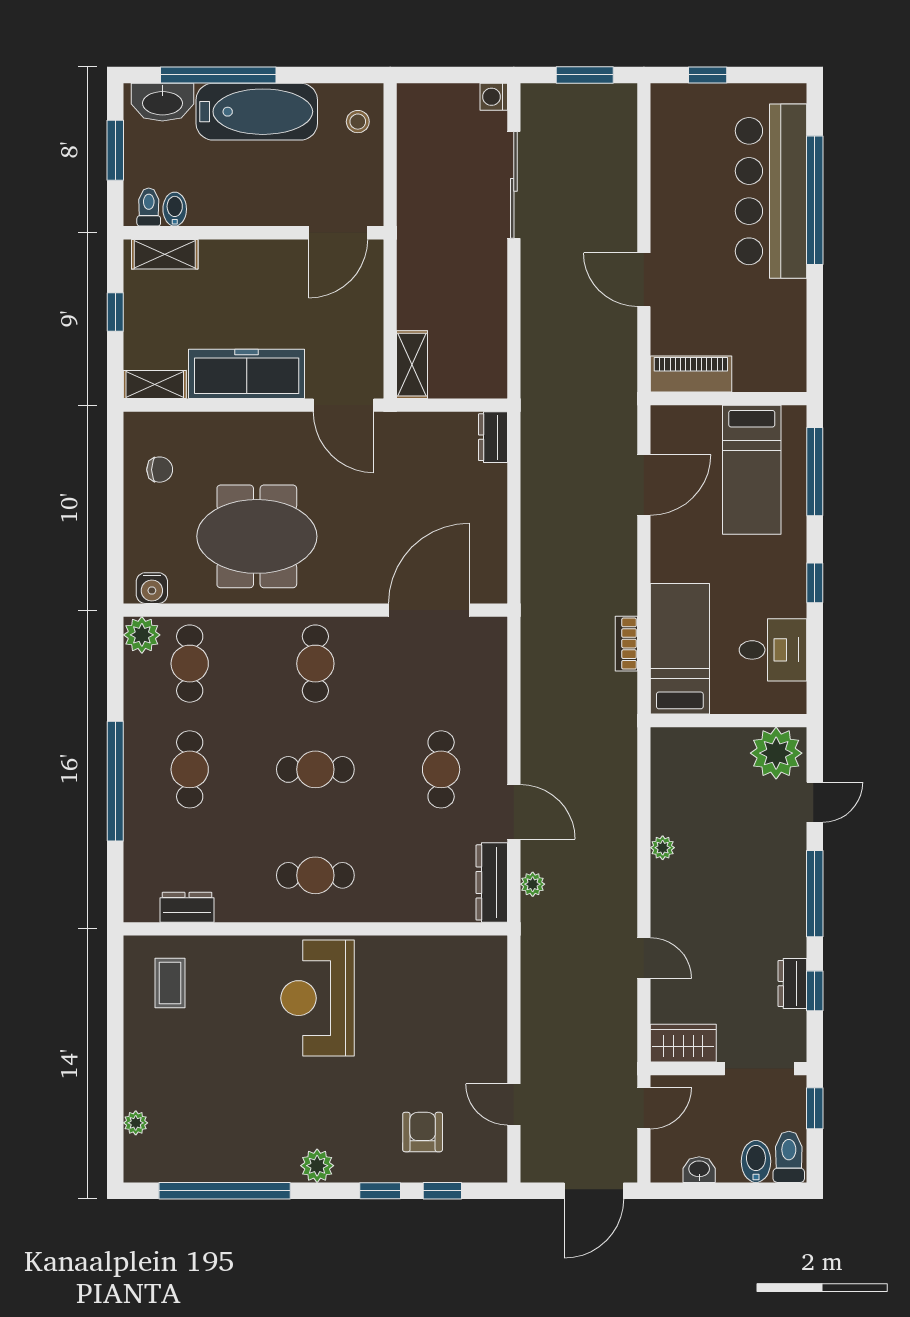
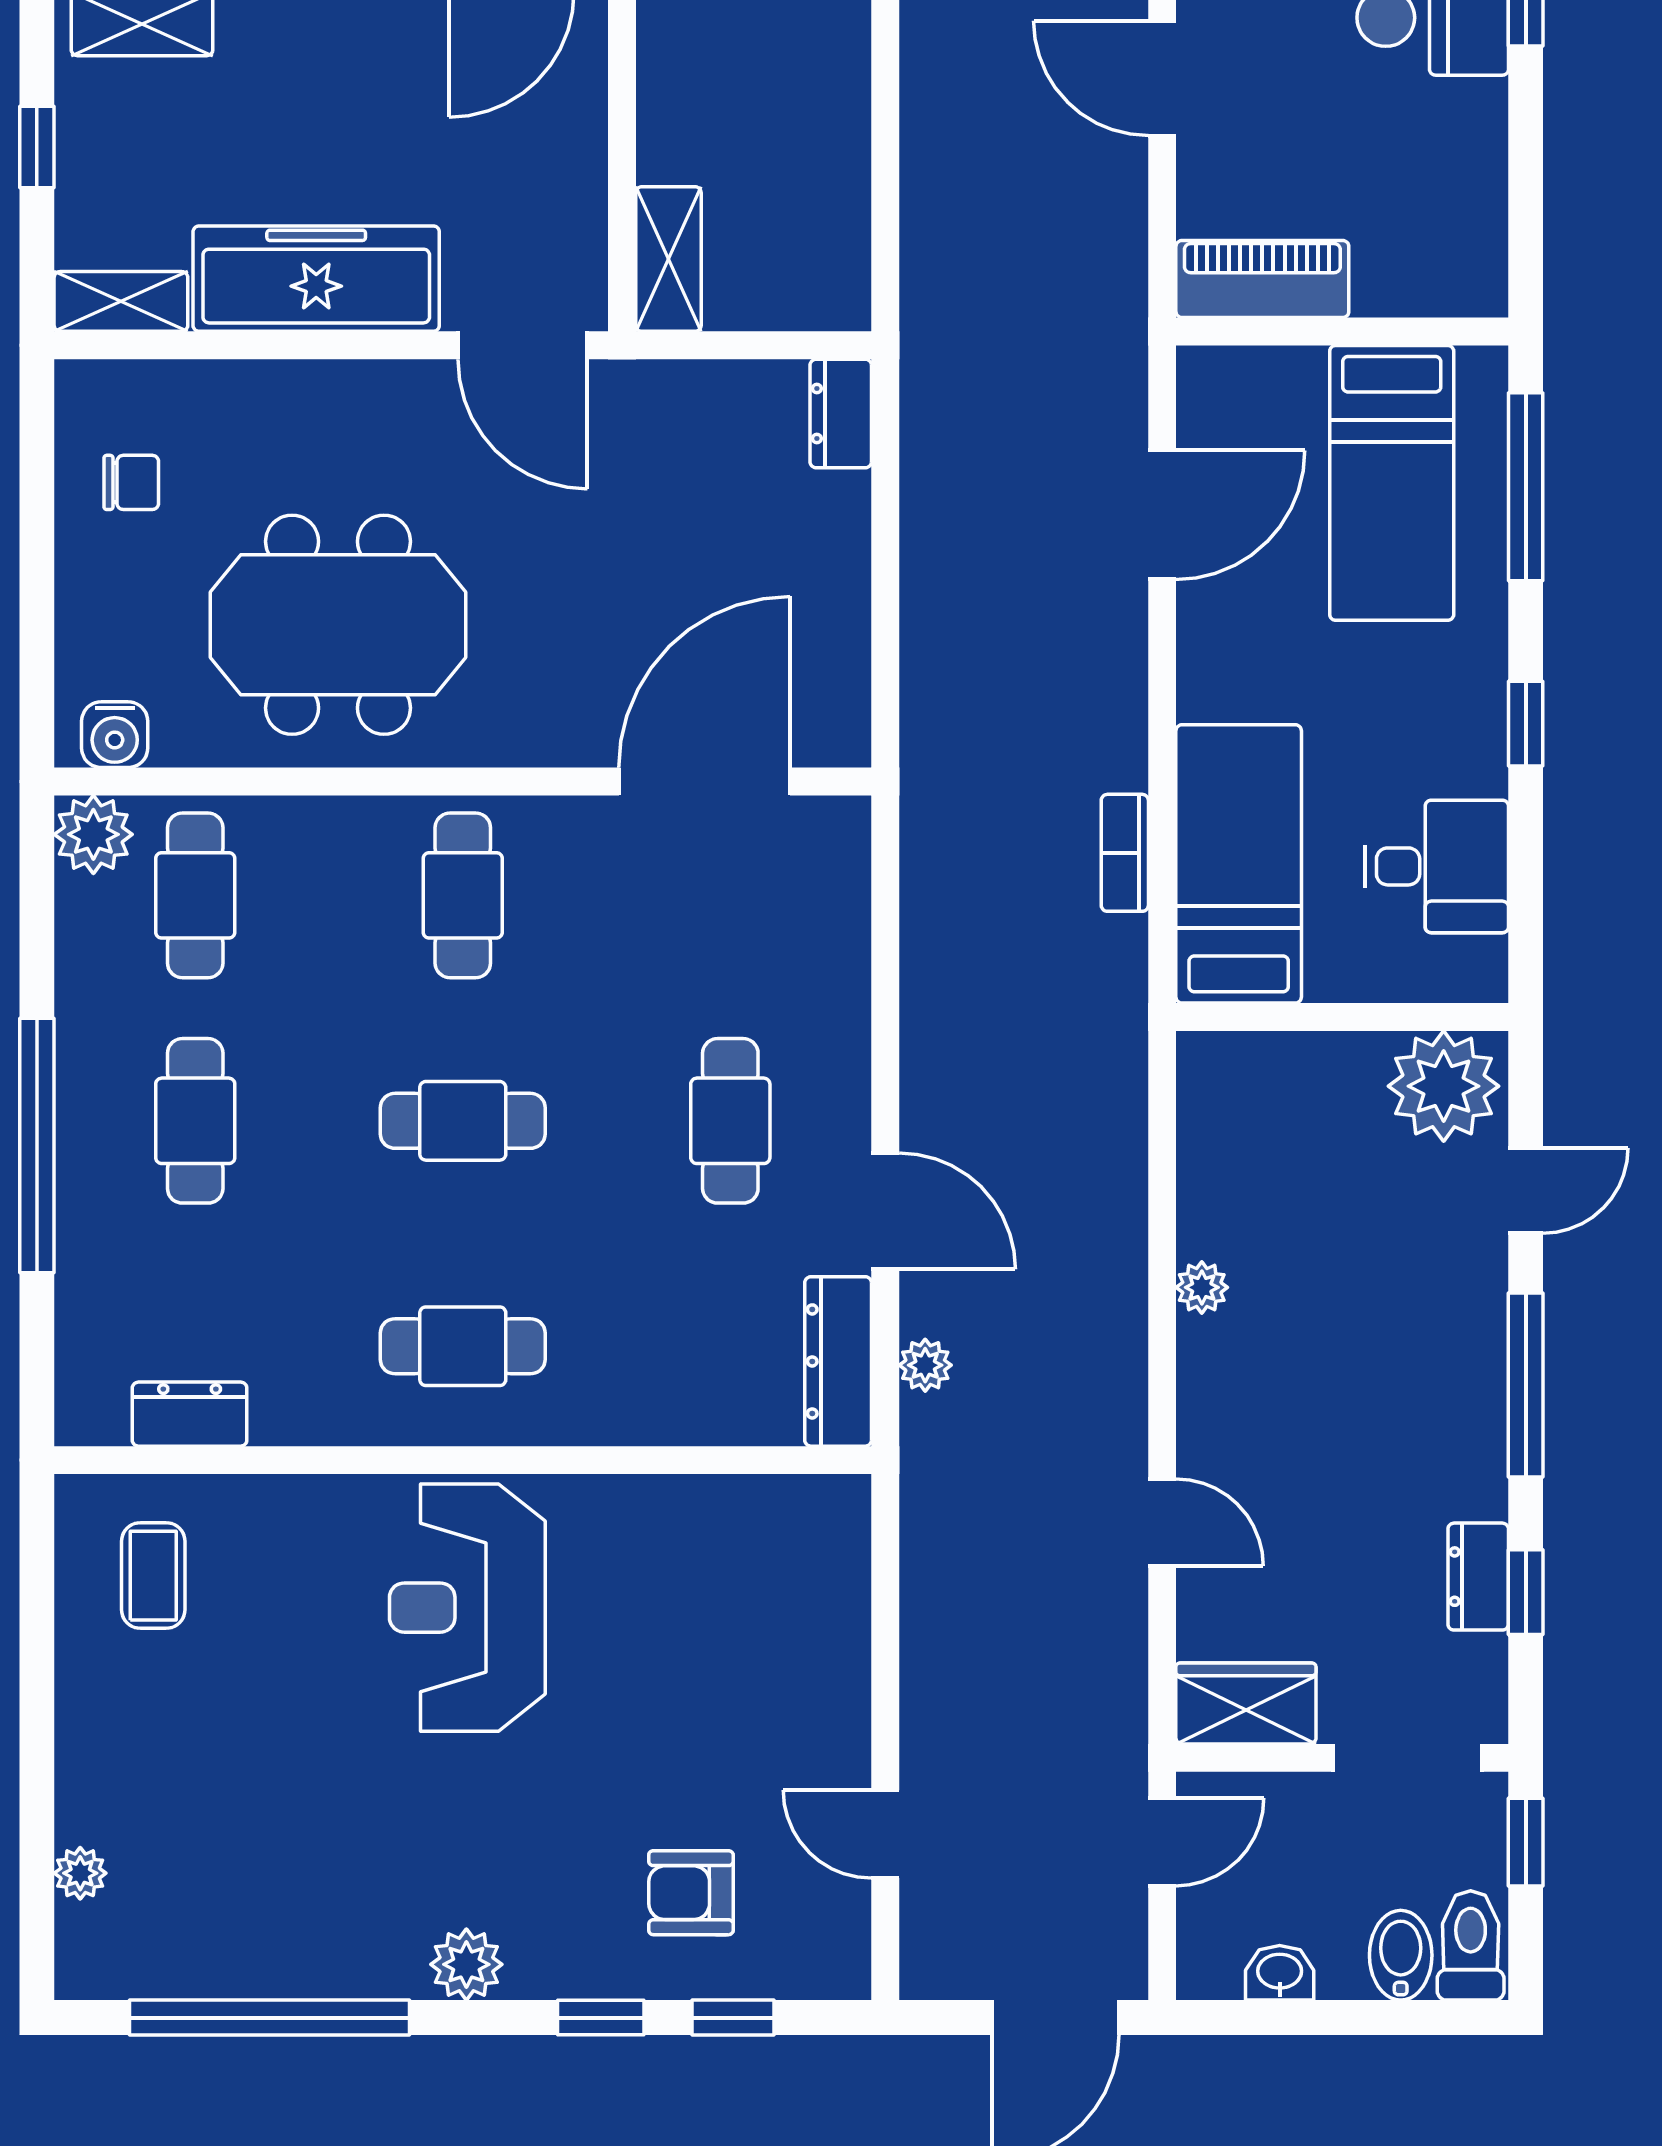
armchair: (423, 1132) -> (691, 1893), turned -90

